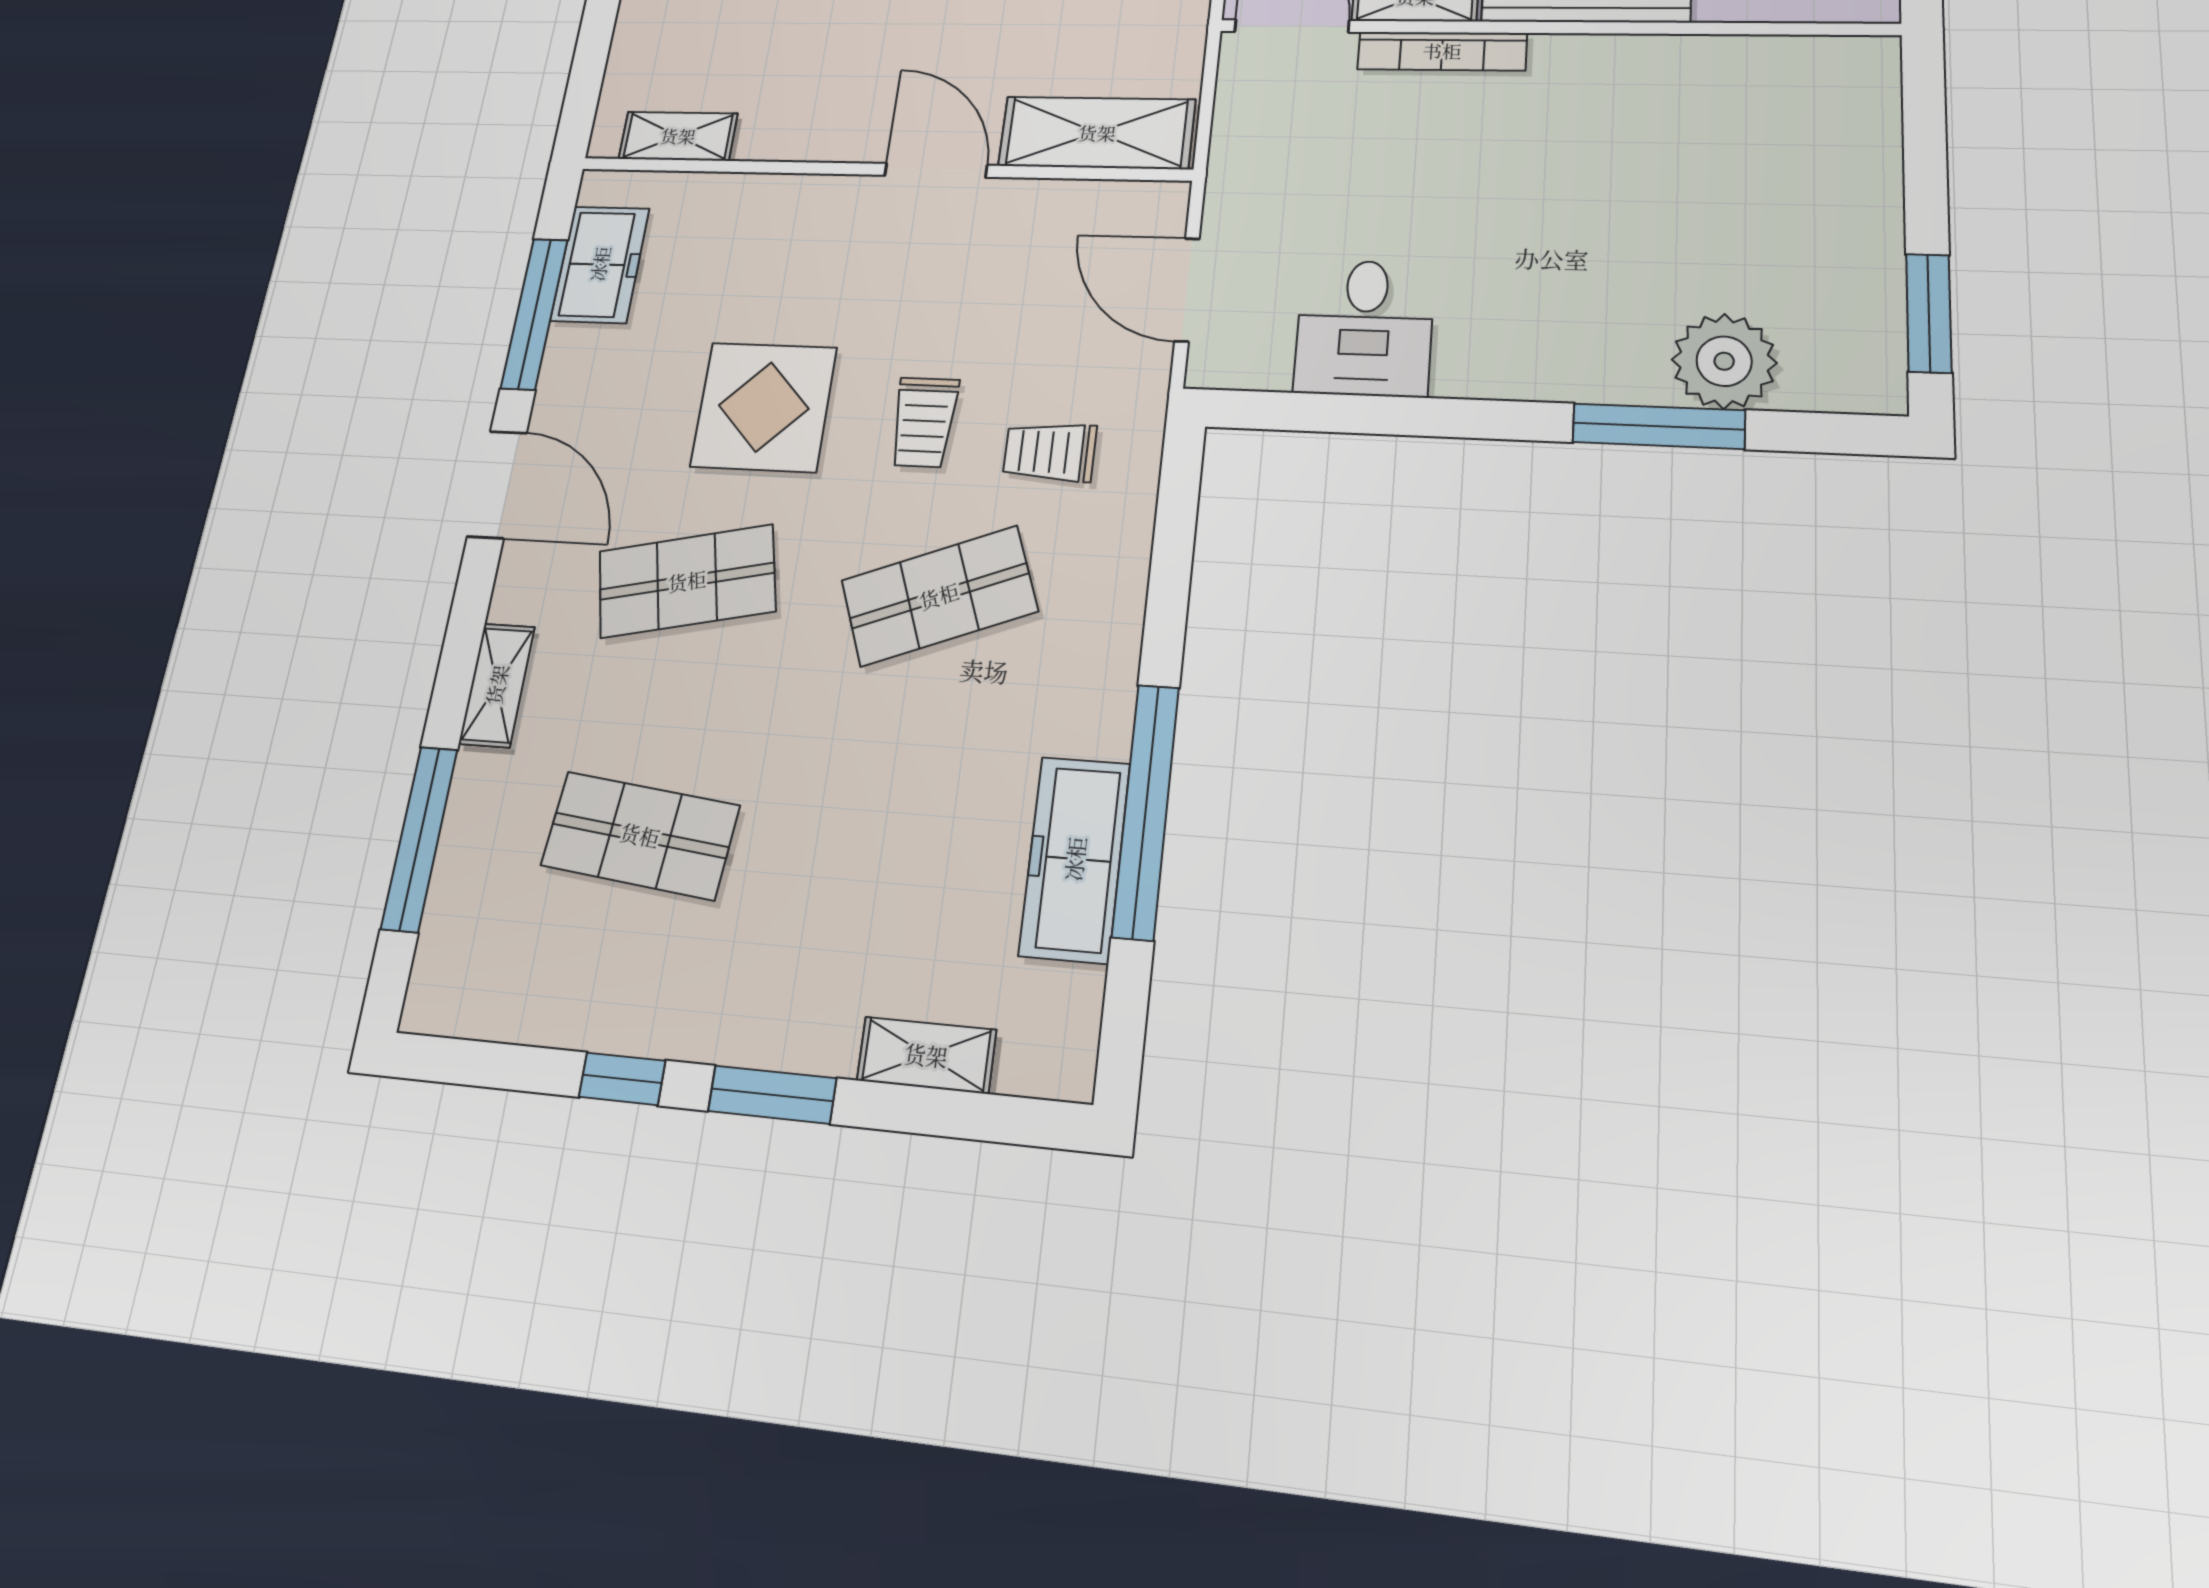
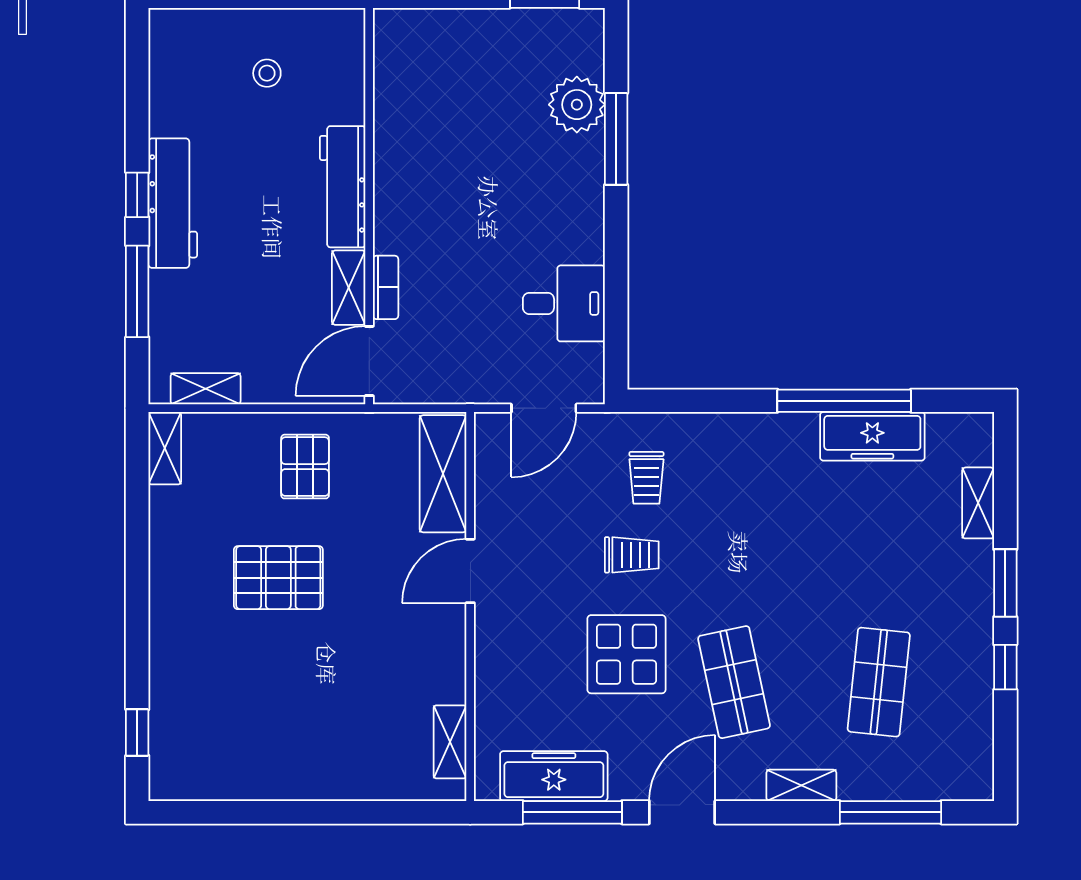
bookcase: (1442, 51) -> (386, 287), width x0.64
freezer: (600, 264) -> (554, 776), width x1.40
shop shelf: (939, 596) -> (734, 531), removed

